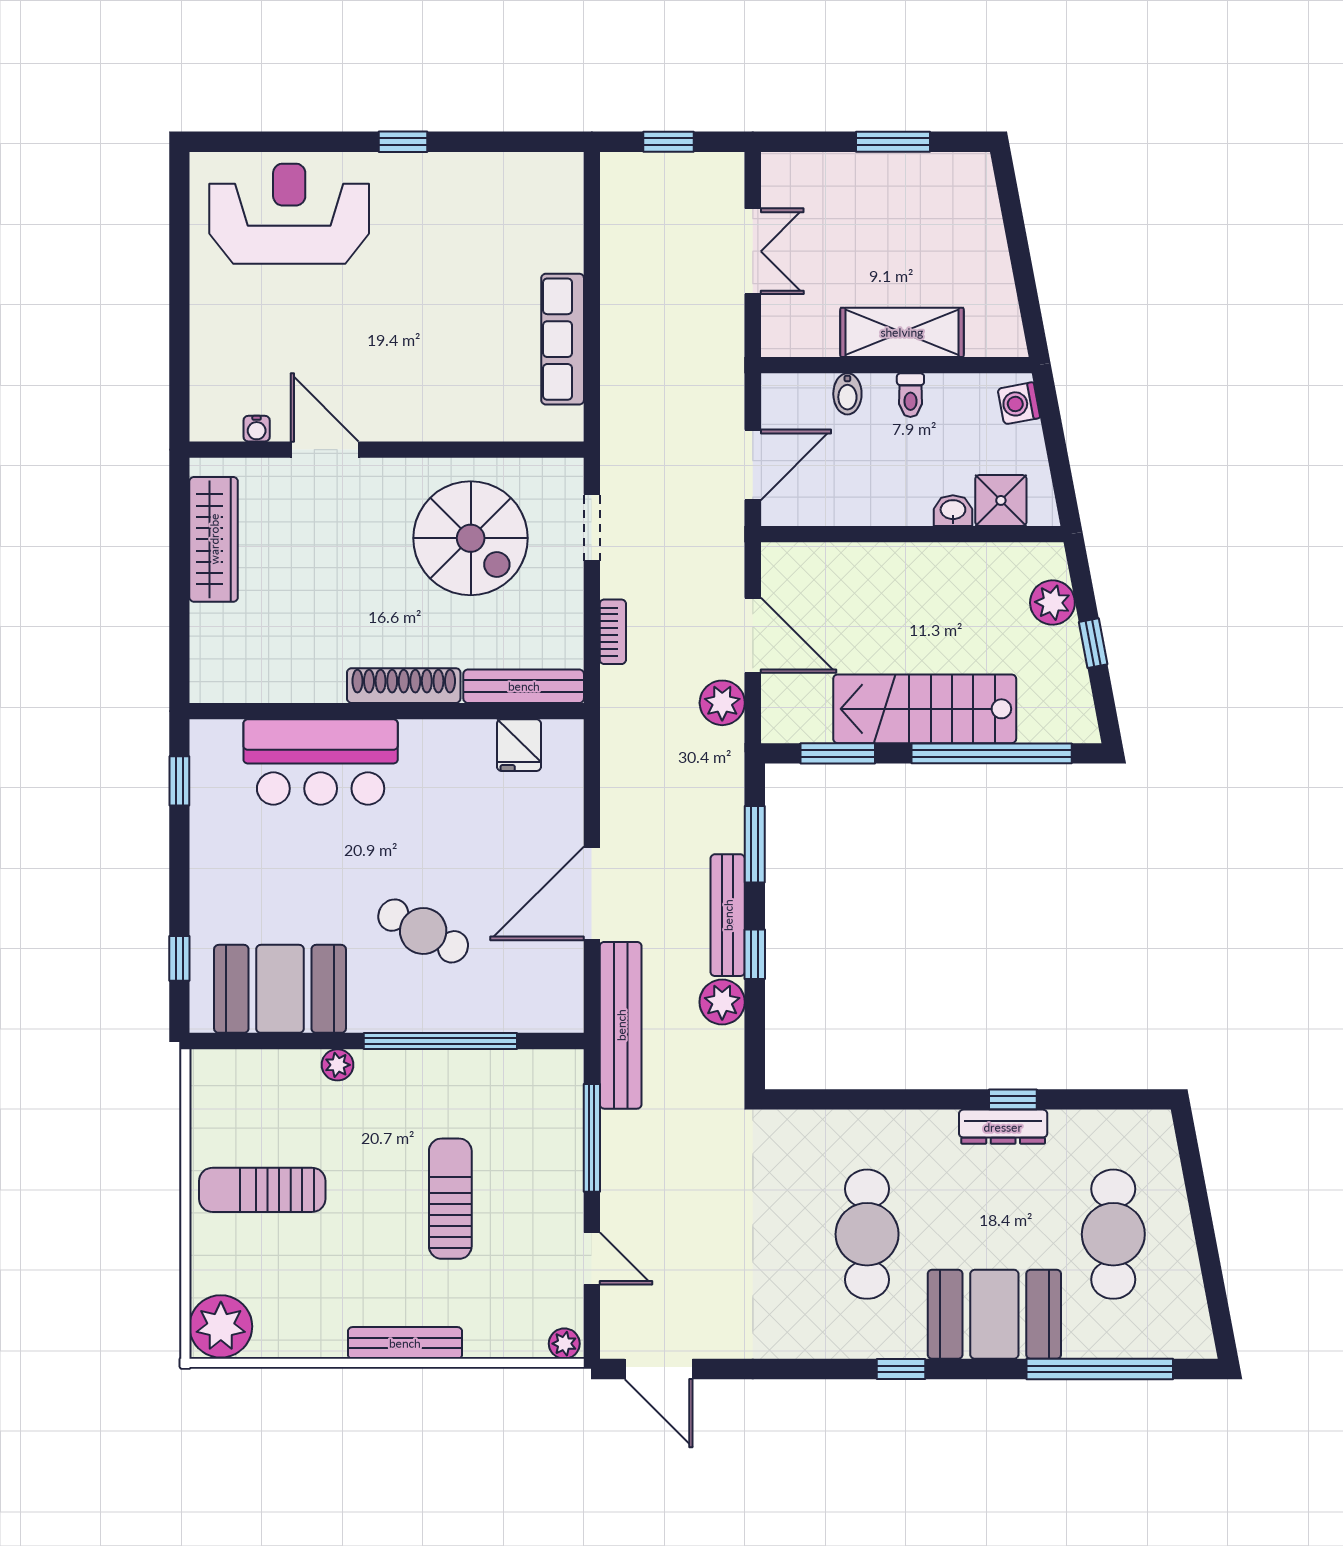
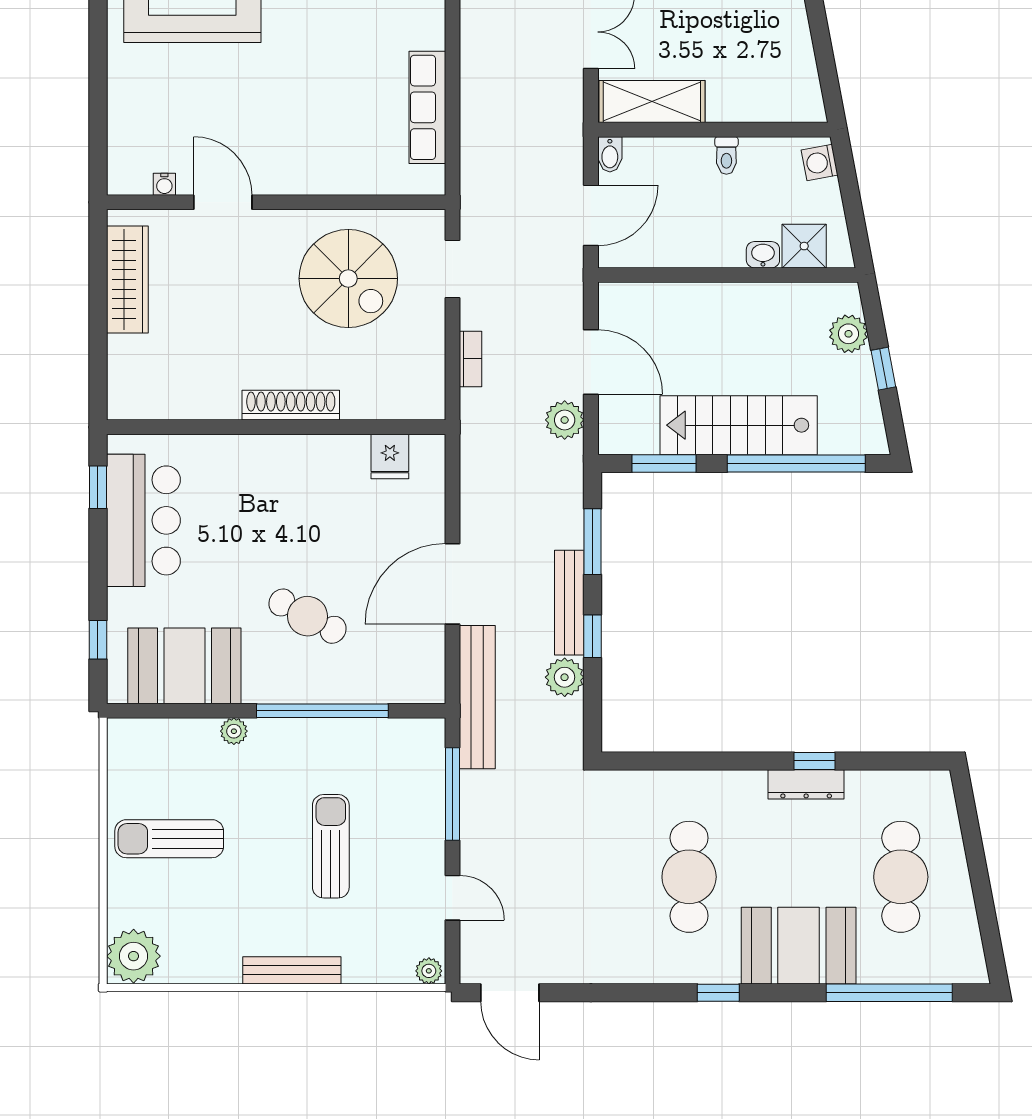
shelving: (902, 332) -> (652, 102), moved
bidet: (847, 394) -> (610, 154), moved
bench: (524, 686) -> (394, 406), removed
bar counter: (321, 762) -> (143, 520), moved, turned -90

